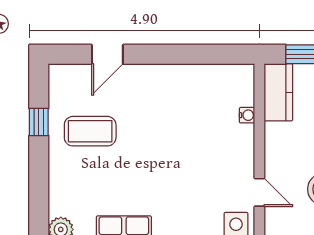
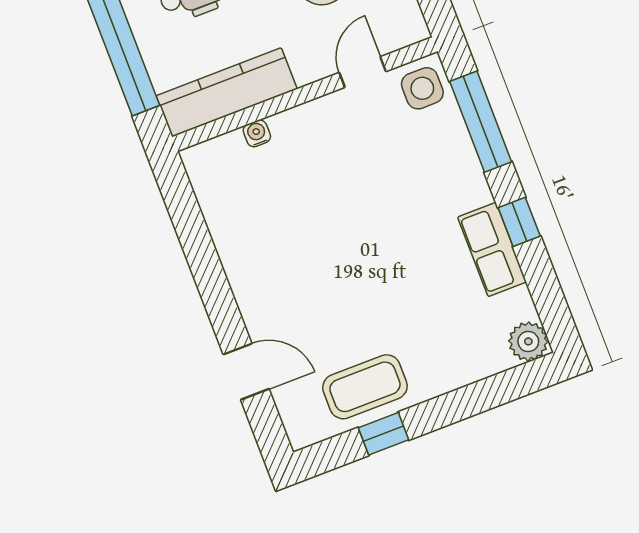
kitchen counter: (278, 92) -> (227, 92), width x1.50
coffee table: (90, 131) -> (365, 387), moved, turned 90

